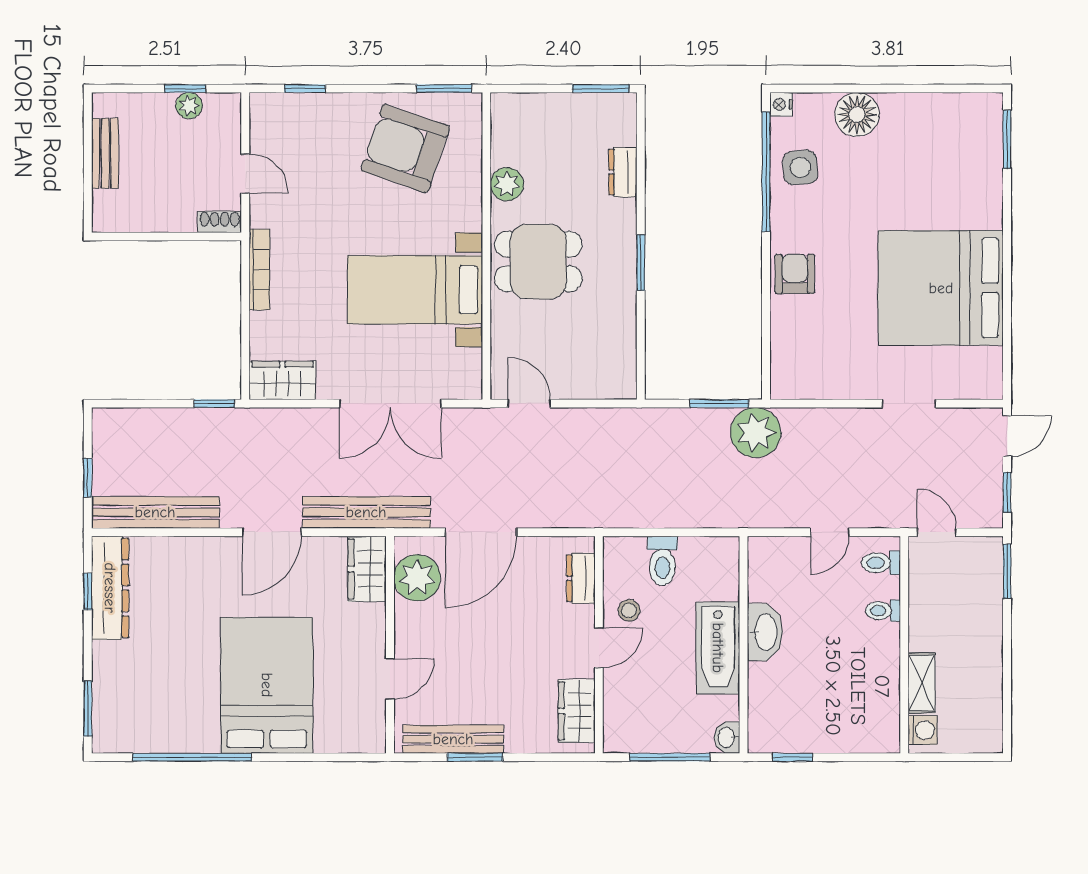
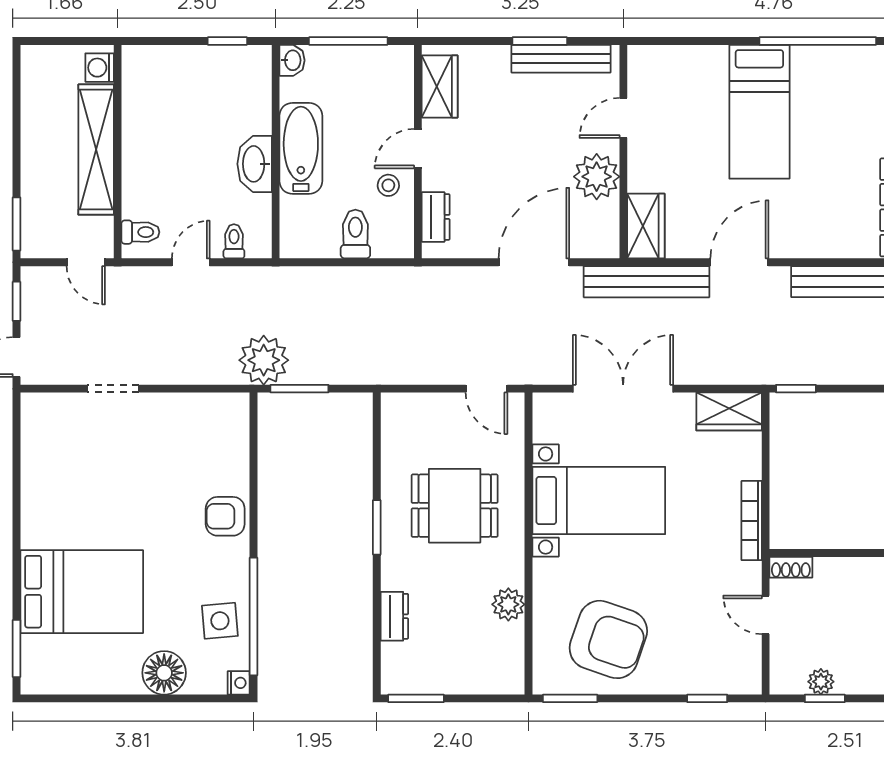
dining table: (538, 262) -> (455, 506), moved
armchair: (795, 274) -> (225, 516), turned 90
bed: (941, 288) -> (82, 592), moved, width x0.73
plant: (417, 578) -> (597, 177), moved
toilet: (883, 611) -> (234, 241), moved, turned -90
shelving: (922, 683) -> (96, 150), width x2.20, depth x1.33
bed: (267, 685) -> (759, 112), width x0.67

